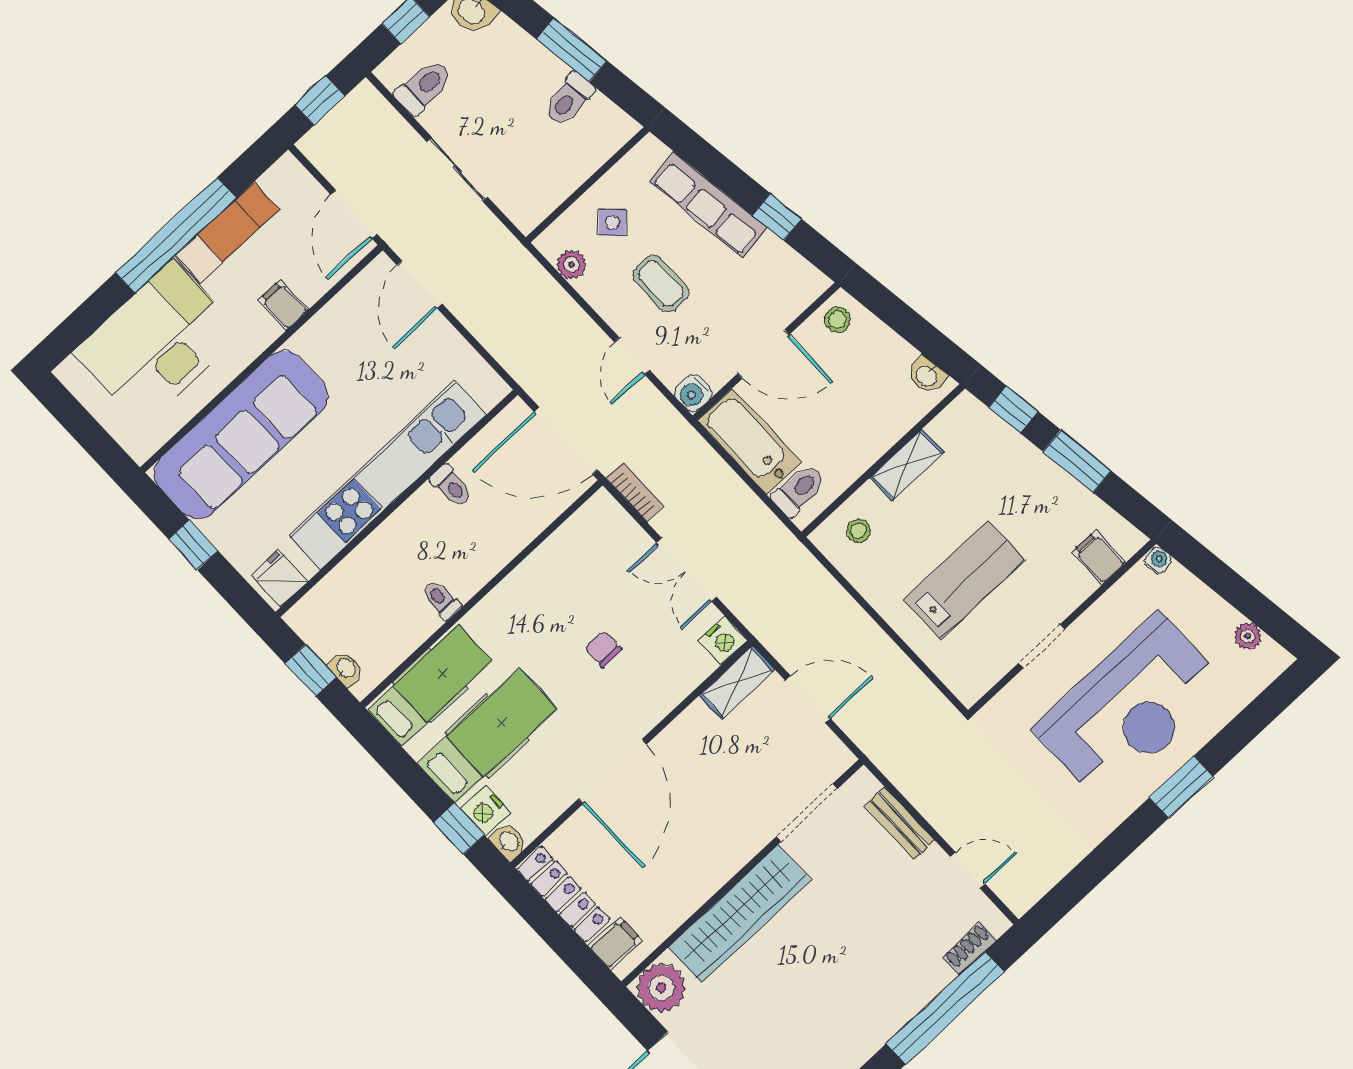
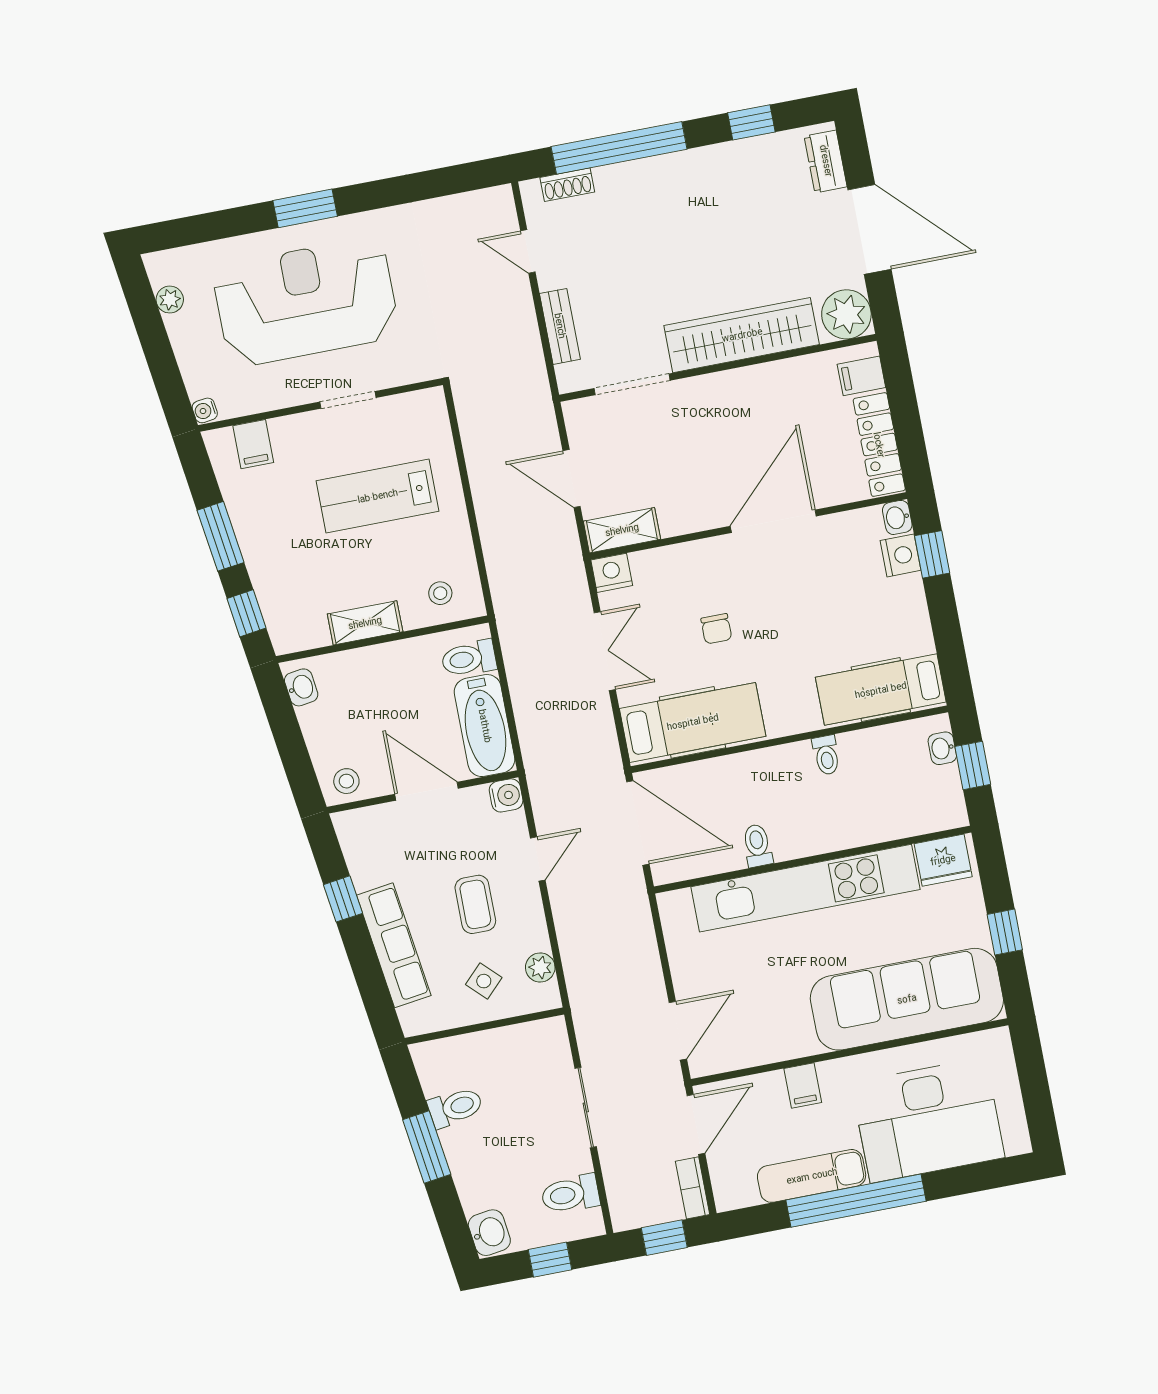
bookcase: (635, 492) -> (693, 1188), moved
fridge: (279, 578) -> (943, 860), width x1.38
hospital bed: (487, 736) -> (693, 722), moved, turned 180

